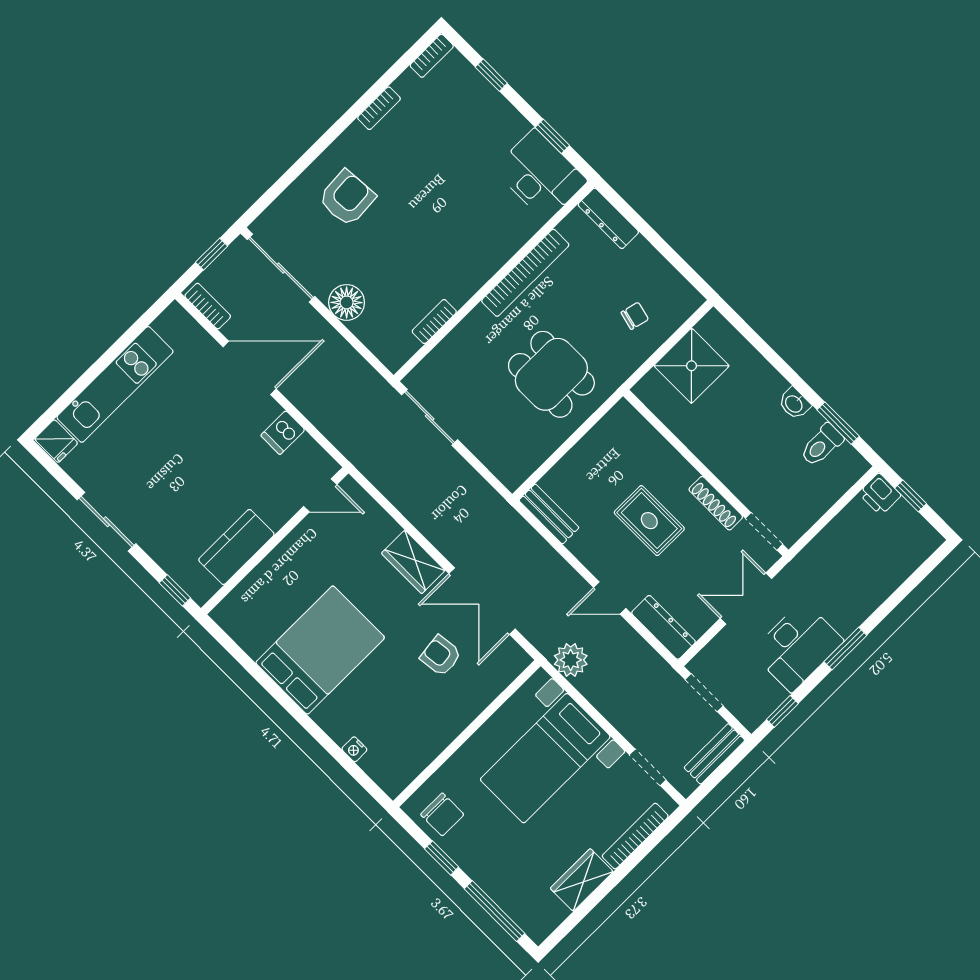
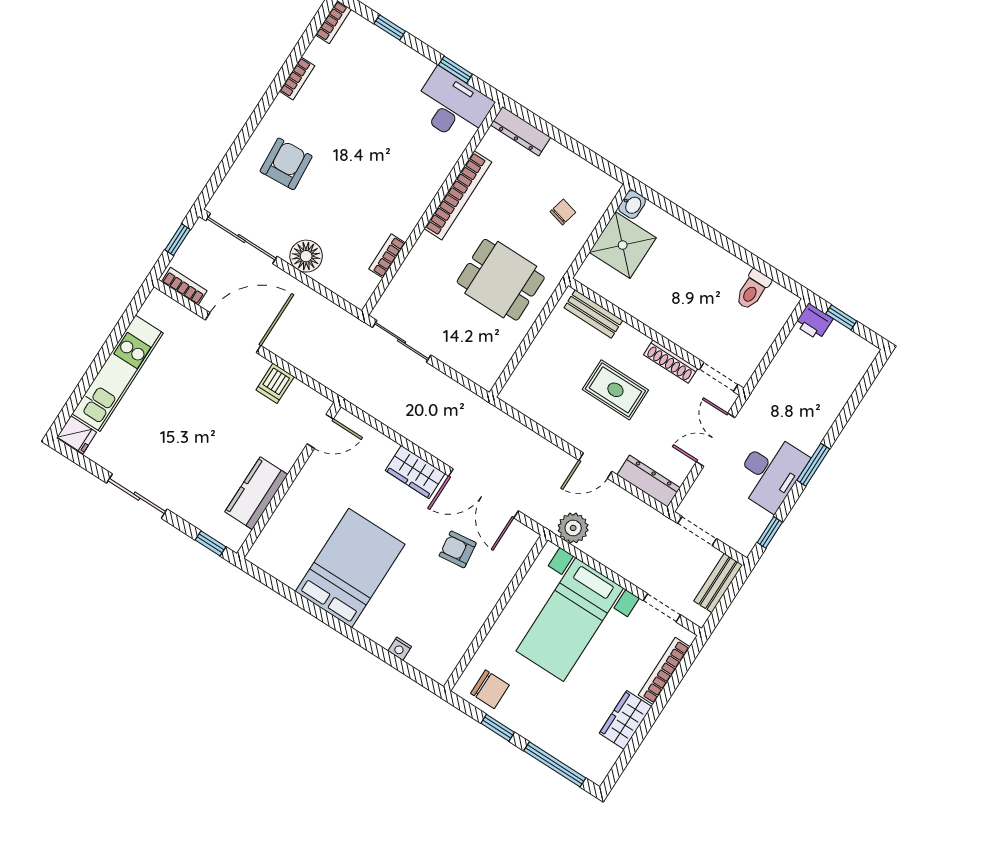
washbasin: (794, 404) -> (632, 204), moved, turned -90
window: (838, 423) -> (763, 267), removed
bench: (549, 514) -> (593, 314), moved

